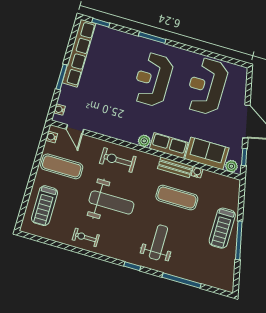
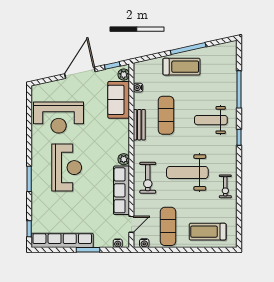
reception desk: (153, 80) -> (67, 168), turned -90
row of seats: (169, 146) -> (122, 190), moved, width x1.48
water cooler: (197, 172) -> (138, 88), moved
weight bench: (111, 202) -> (187, 172), turned -90
treadmill: (44, 206) -> (208, 232), turned 180

